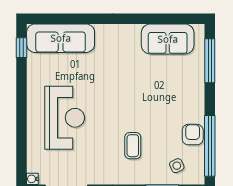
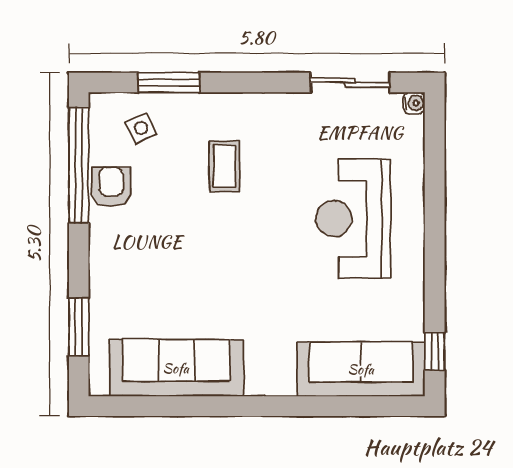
sofa: (168, 39) -> (176, 368), width x1.36
window: (210, 61) -> (79, 327), width x0.69
armchair: (193, 135) -> (111, 187), turned 180

